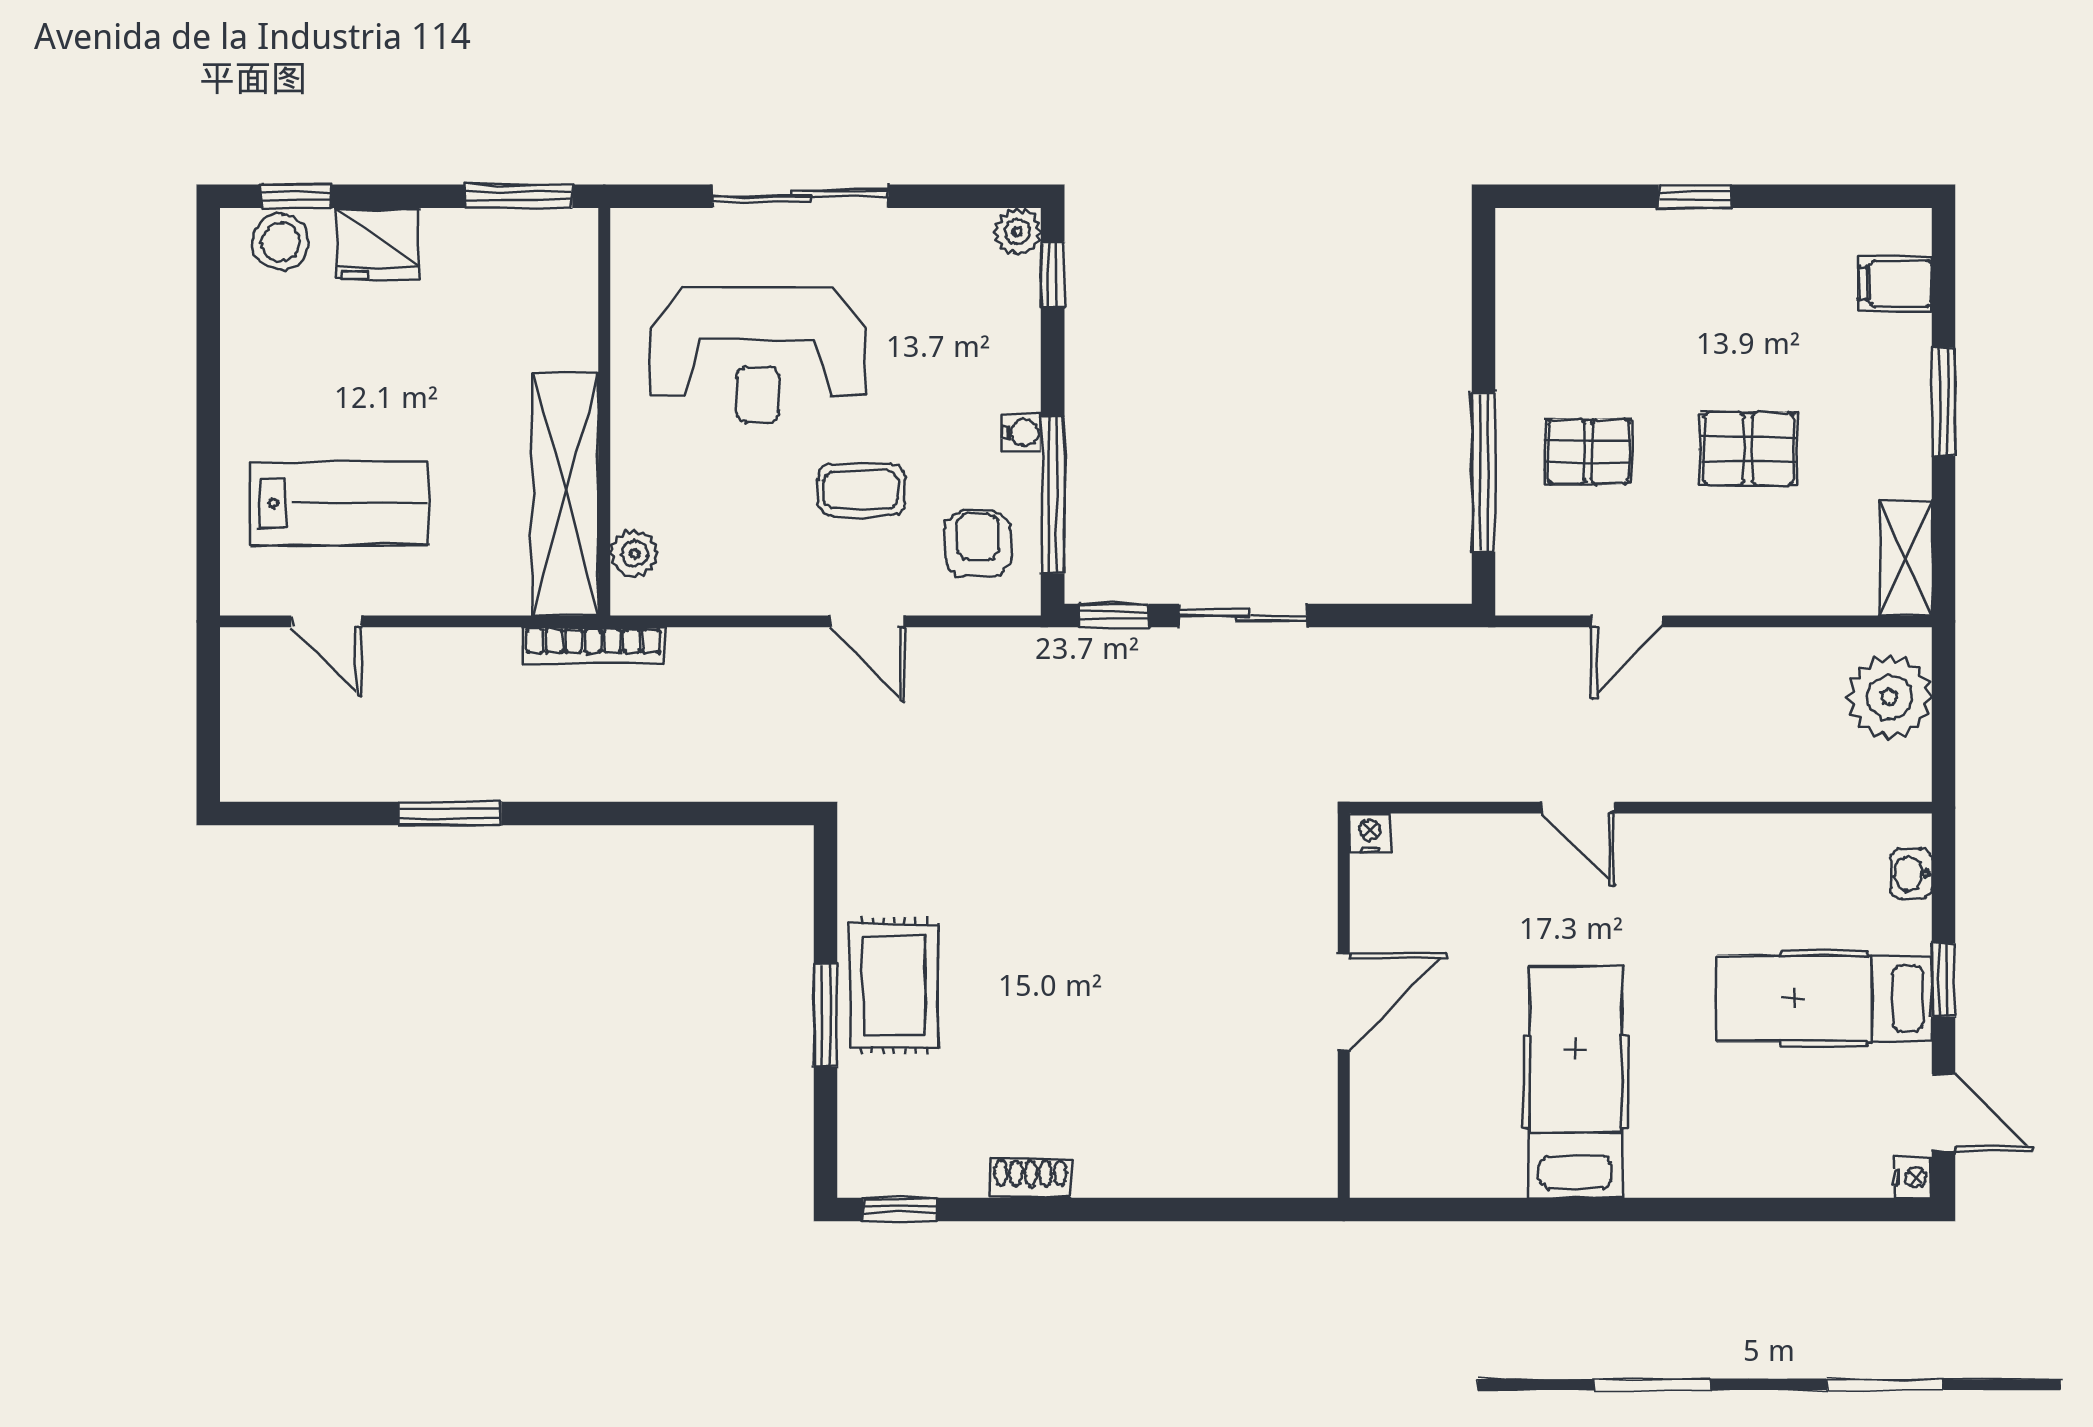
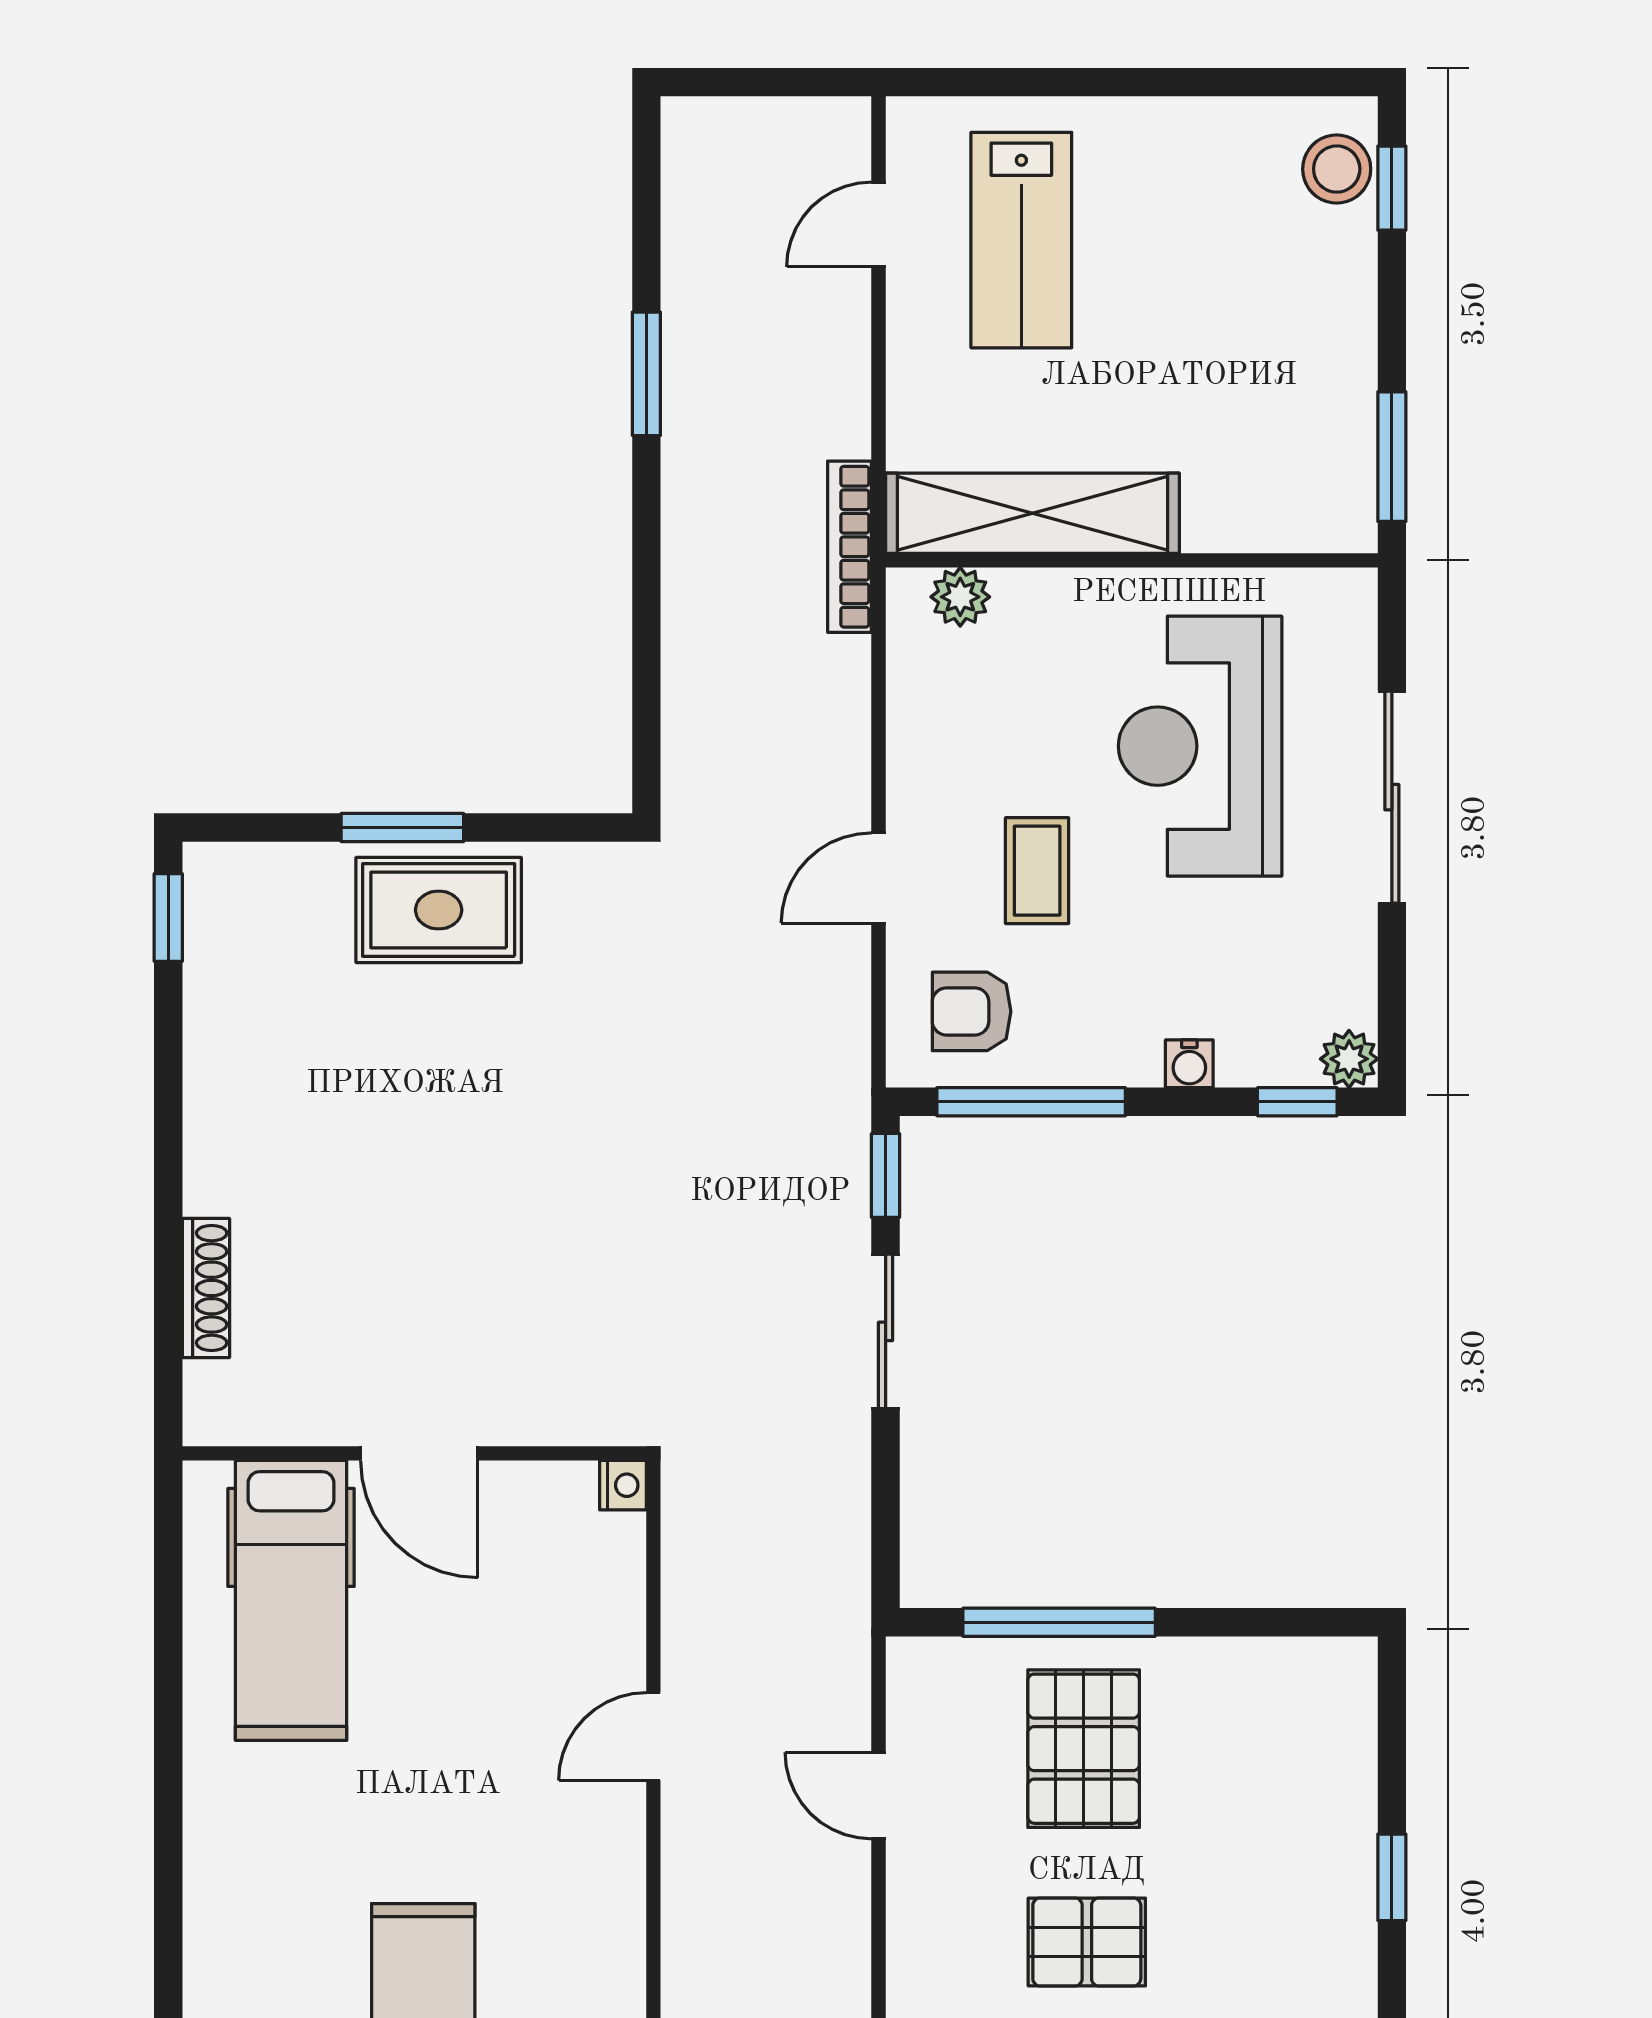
fridge: (377, 244) -> (1335, 286), removed
water cooler: (1021, 433) -> (1189, 1064), moved
pallet: (1748, 449) -> (1087, 1942), turned 90
pallet: (1588, 451) -> (1084, 1749), width x1.50, depth x1.42
armchair: (978, 544) -> (972, 1011), turned 180
hospital bed: (1576, 1082) -> (291, 1600), moved, turned 90
shoe rack: (1030, 1178) -> (206, 1288), moved, width x1.43

